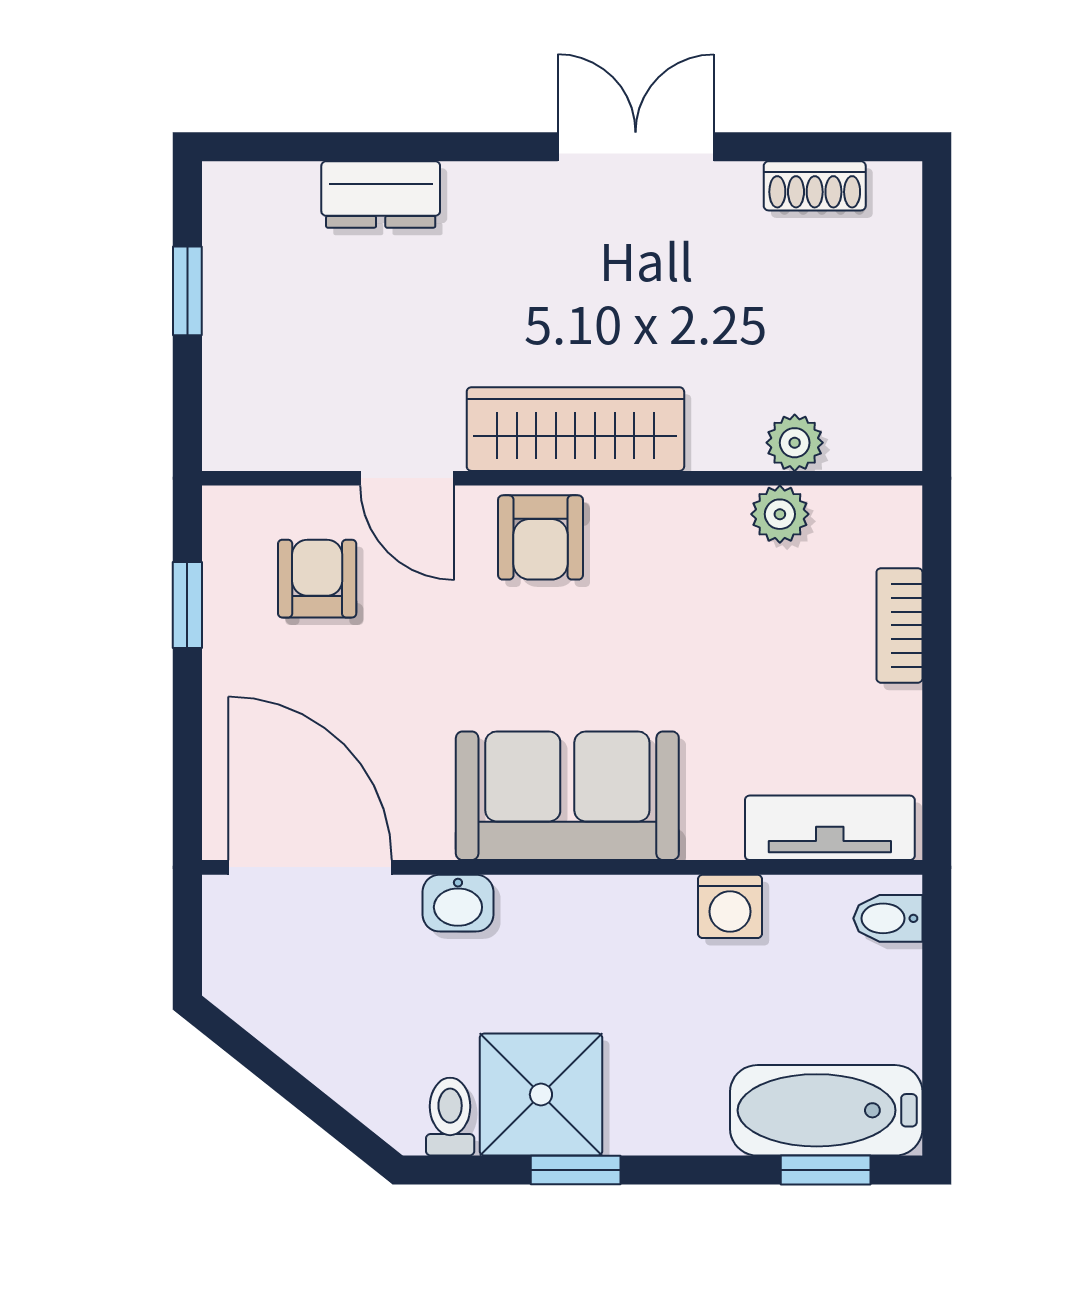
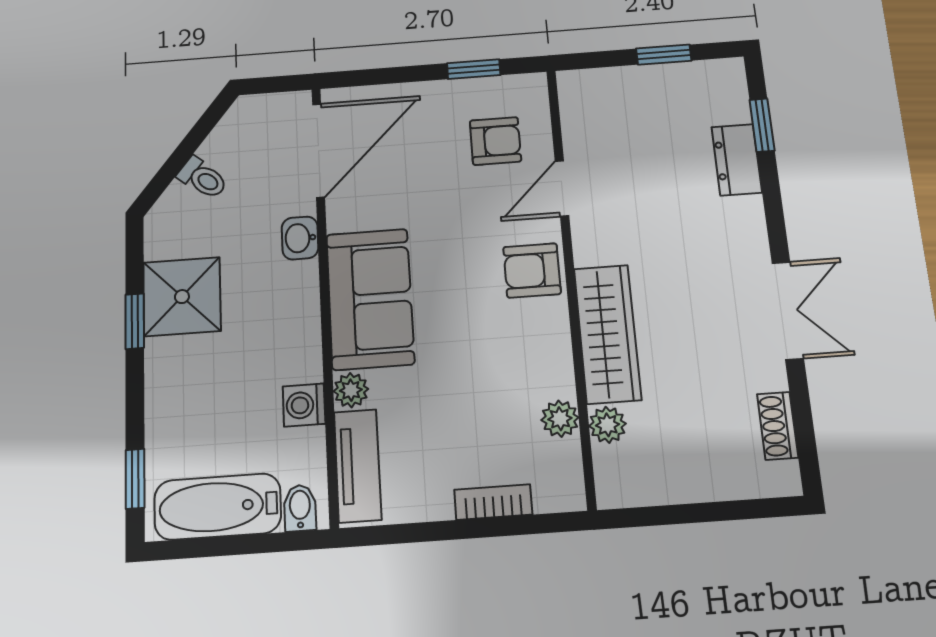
window: (325, 147) -> (762, 125), added
wardrobe: (575, 429) -> (607, 334), moved
plant: (712, 833) -> (351, 390), added
bathtub: (826, 1110) -> (218, 507), moved, turned -90
toilet: (450, 1117) -> (203, 178), moved, turned 39

